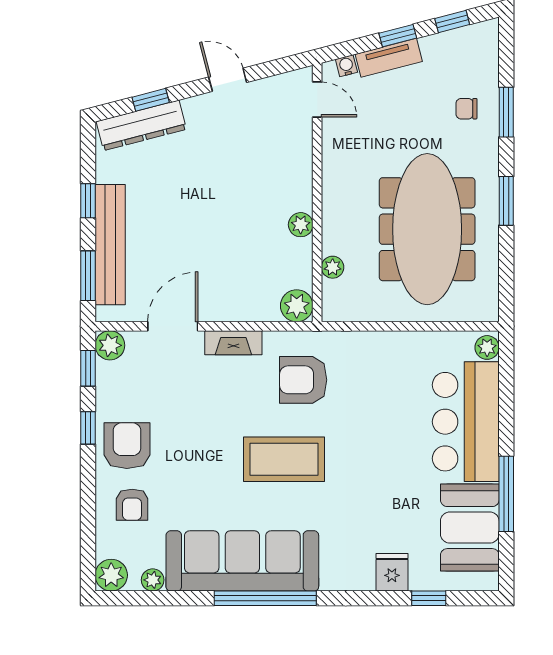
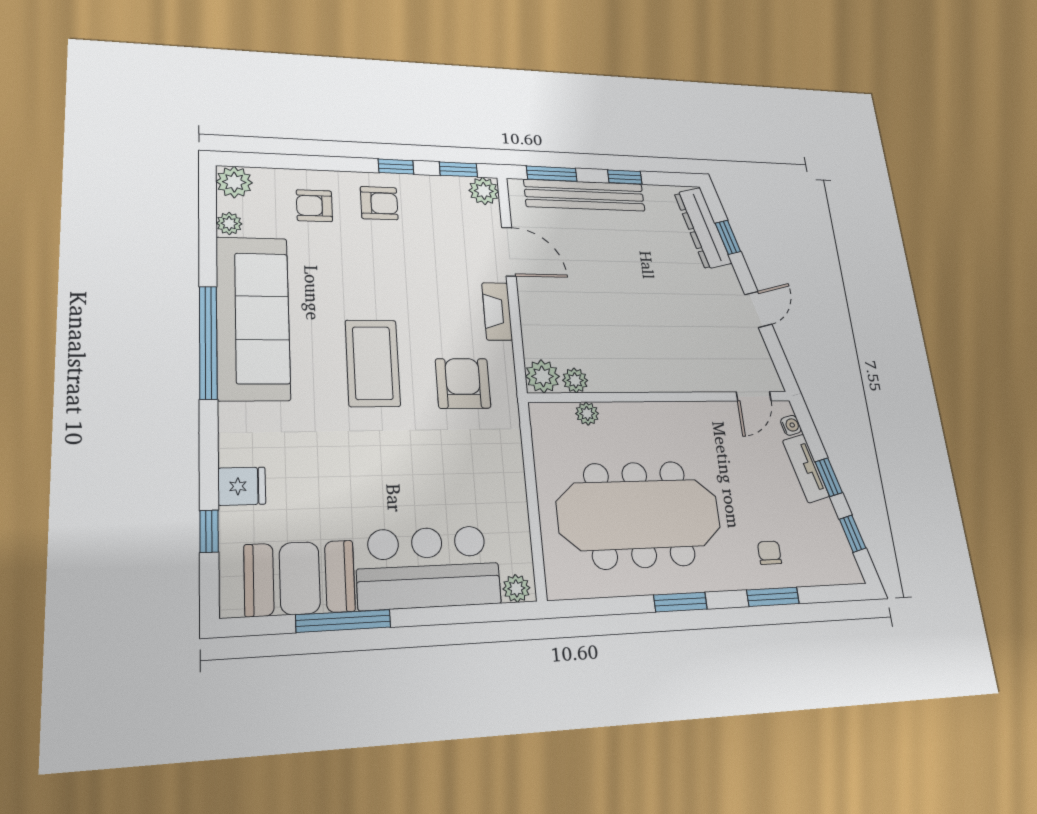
plant: (301, 225) -> (575, 380), moved
armchair: (127, 446) -> (379, 203), width x0.72, depth x0.72

